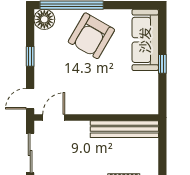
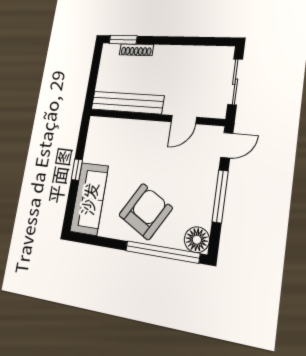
window: (30, 56) -> (220, 196), width x2.17
door: (54, 117) -> (184, 120), moved

